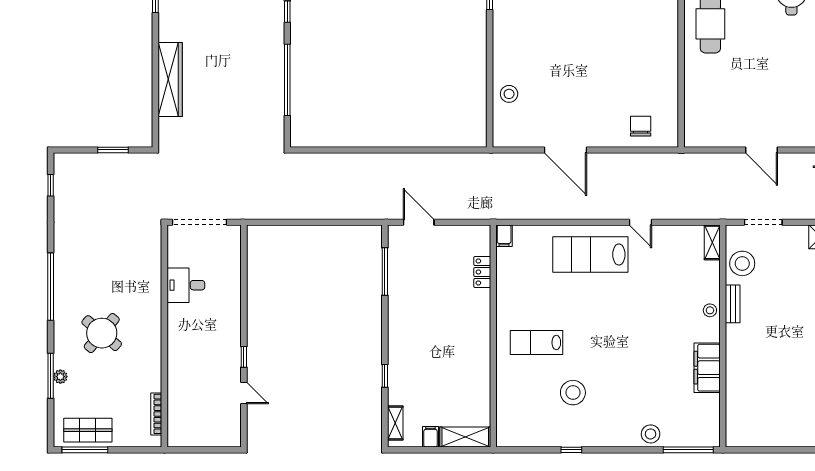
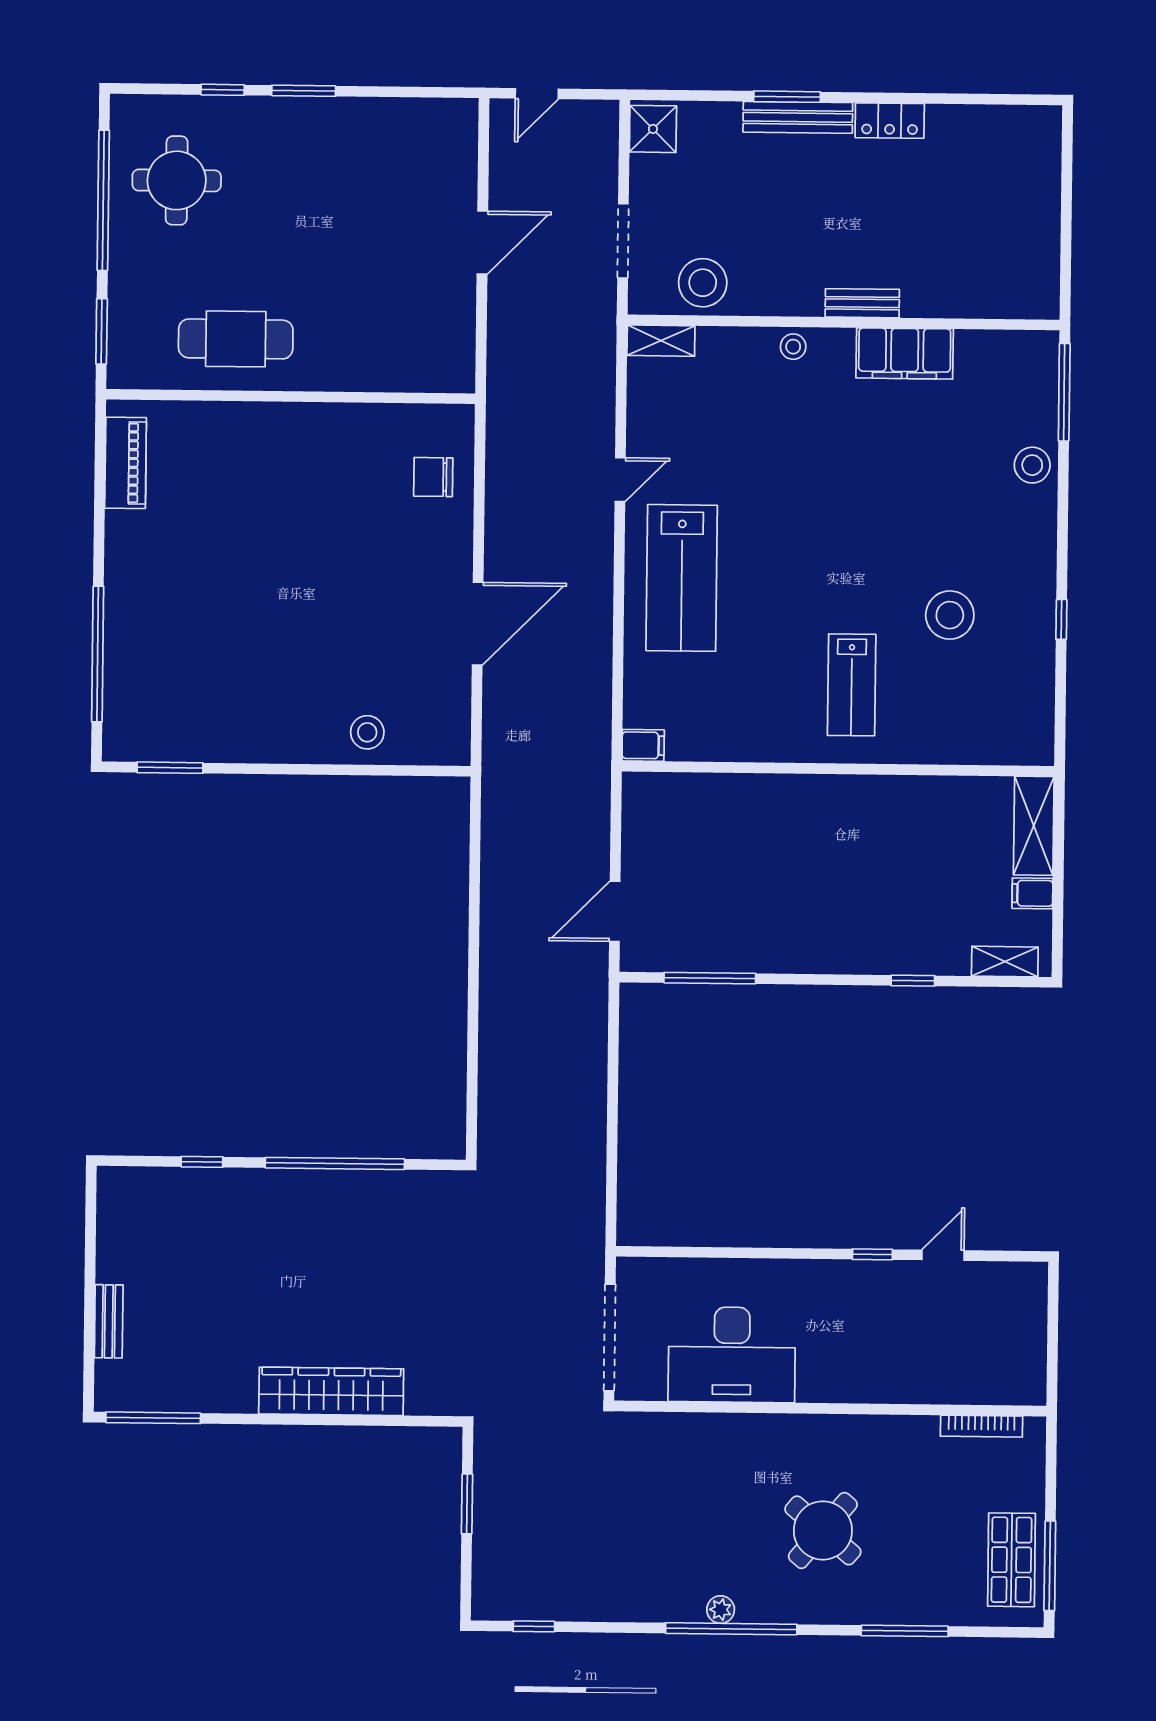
locker: (482, 272) -> (713, 789), removed
desk: (186, 285) -> (732, 1355), width x1.87, depth x1.30
bench: (733, 304) -> (862, 303), moved
plant: (60, 377) -> (721, 1610), moved

